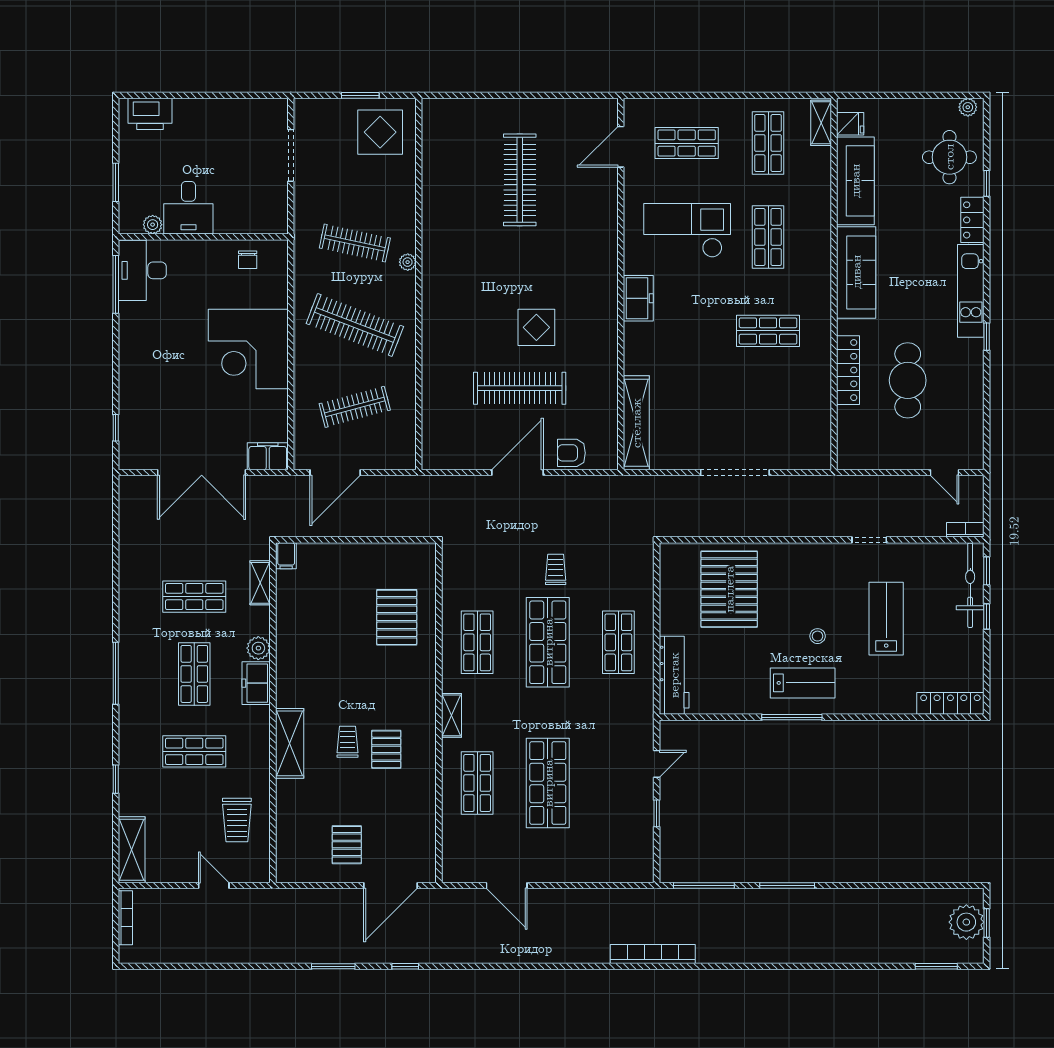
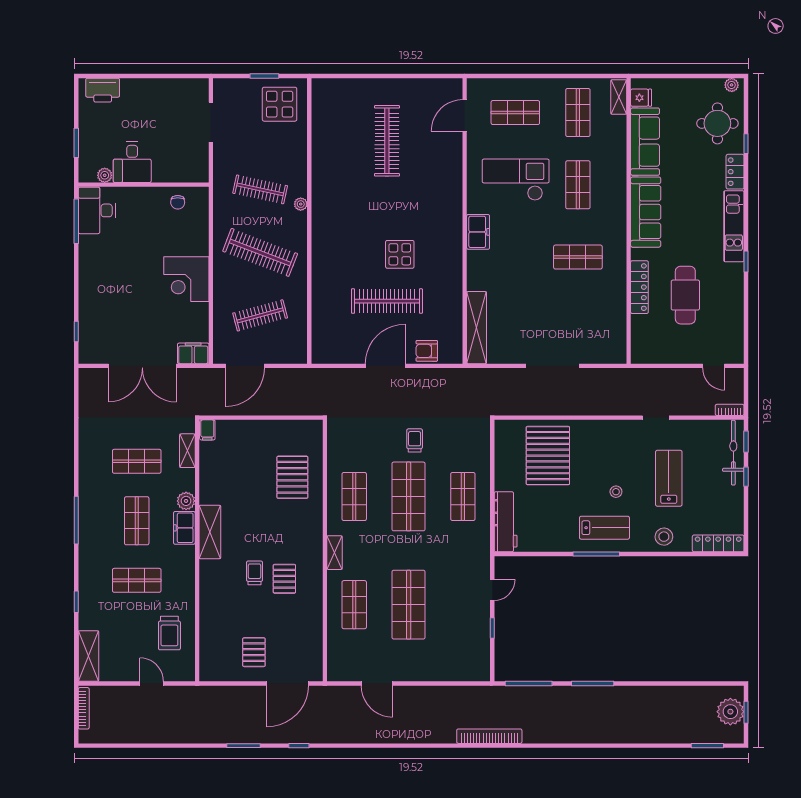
corner desk: (248, 349) -> (186, 279), width x0.74, depth x0.74
stool: (880, 695) -> (664, 537), added
shelving: (290, 743) -> (210, 532), moved

